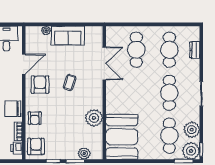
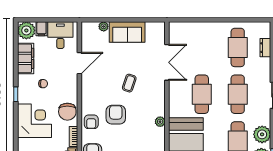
cafe table: (136, 50) -> (202, 94), moved
armchair: (40, 85) -> (116, 115), moved
chair: (13, 109) -> (67, 112), turned -90
plant: (94, 118) -> (160, 122), width x0.53, depth x0.53

